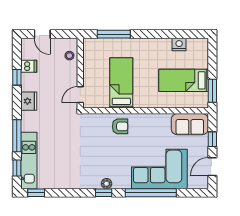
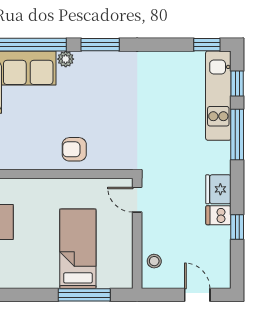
dishwasher: (29, 66) -> (218, 215), moved
bed: (121, 83) -> (78, 249), moved, turned 180
door: (80, 95) -> (137, 200), swing flipped
plant: (107, 184) -> (66, 59), moved
window: (104, 193) -> (100, 45), width x1.50

